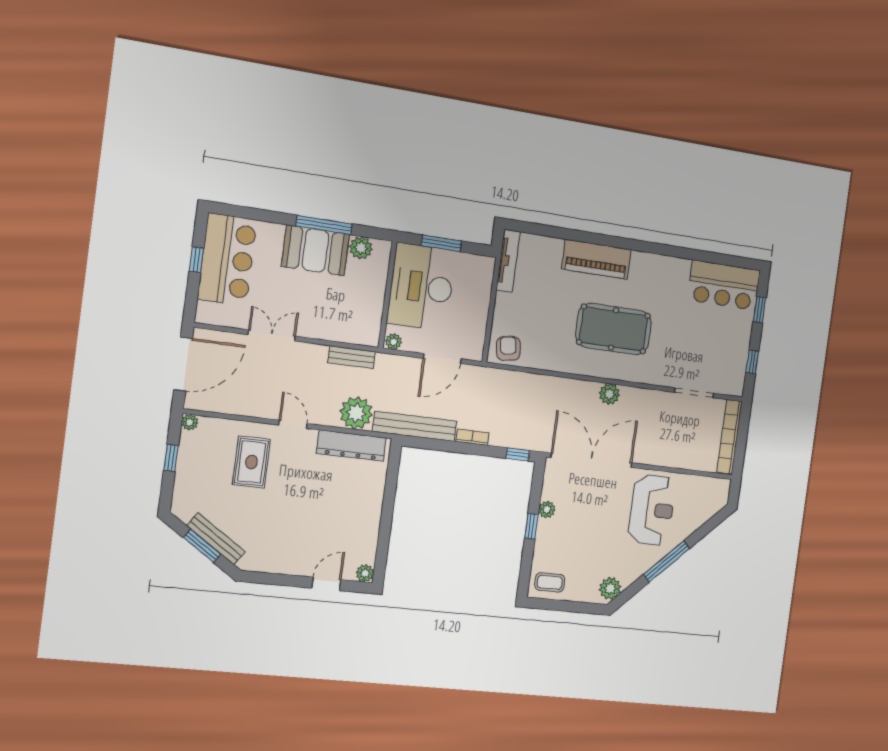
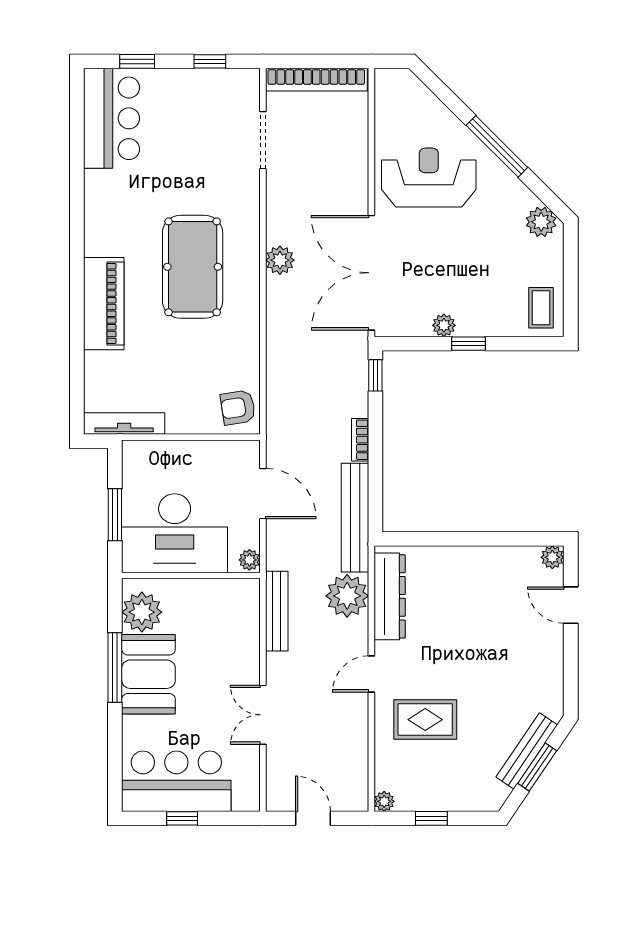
plant: (361, 248) -> (142, 612), width x1.36, depth x1.36
bench: (352, 357) -> (277, 611), width x1.36
door: (183, 364) -> (313, 818), width x0.53

